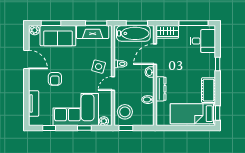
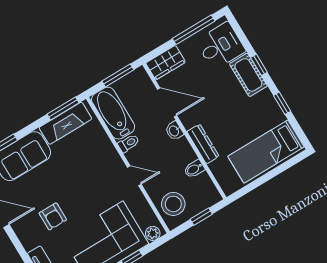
bathtub: (133, 33) -> (113, 113), moved, turned -90
door: (155, 54) -> (167, 102), swing flipped
side table: (99, 67) -> (101, 165), removed
door: (113, 83) -> (134, 176), swing flipped
cot: (209, 90) -> (248, 75), moved
window: (218, 113) -> (282, 103), moved
window: (126, 128) -> (201, 217), moved

